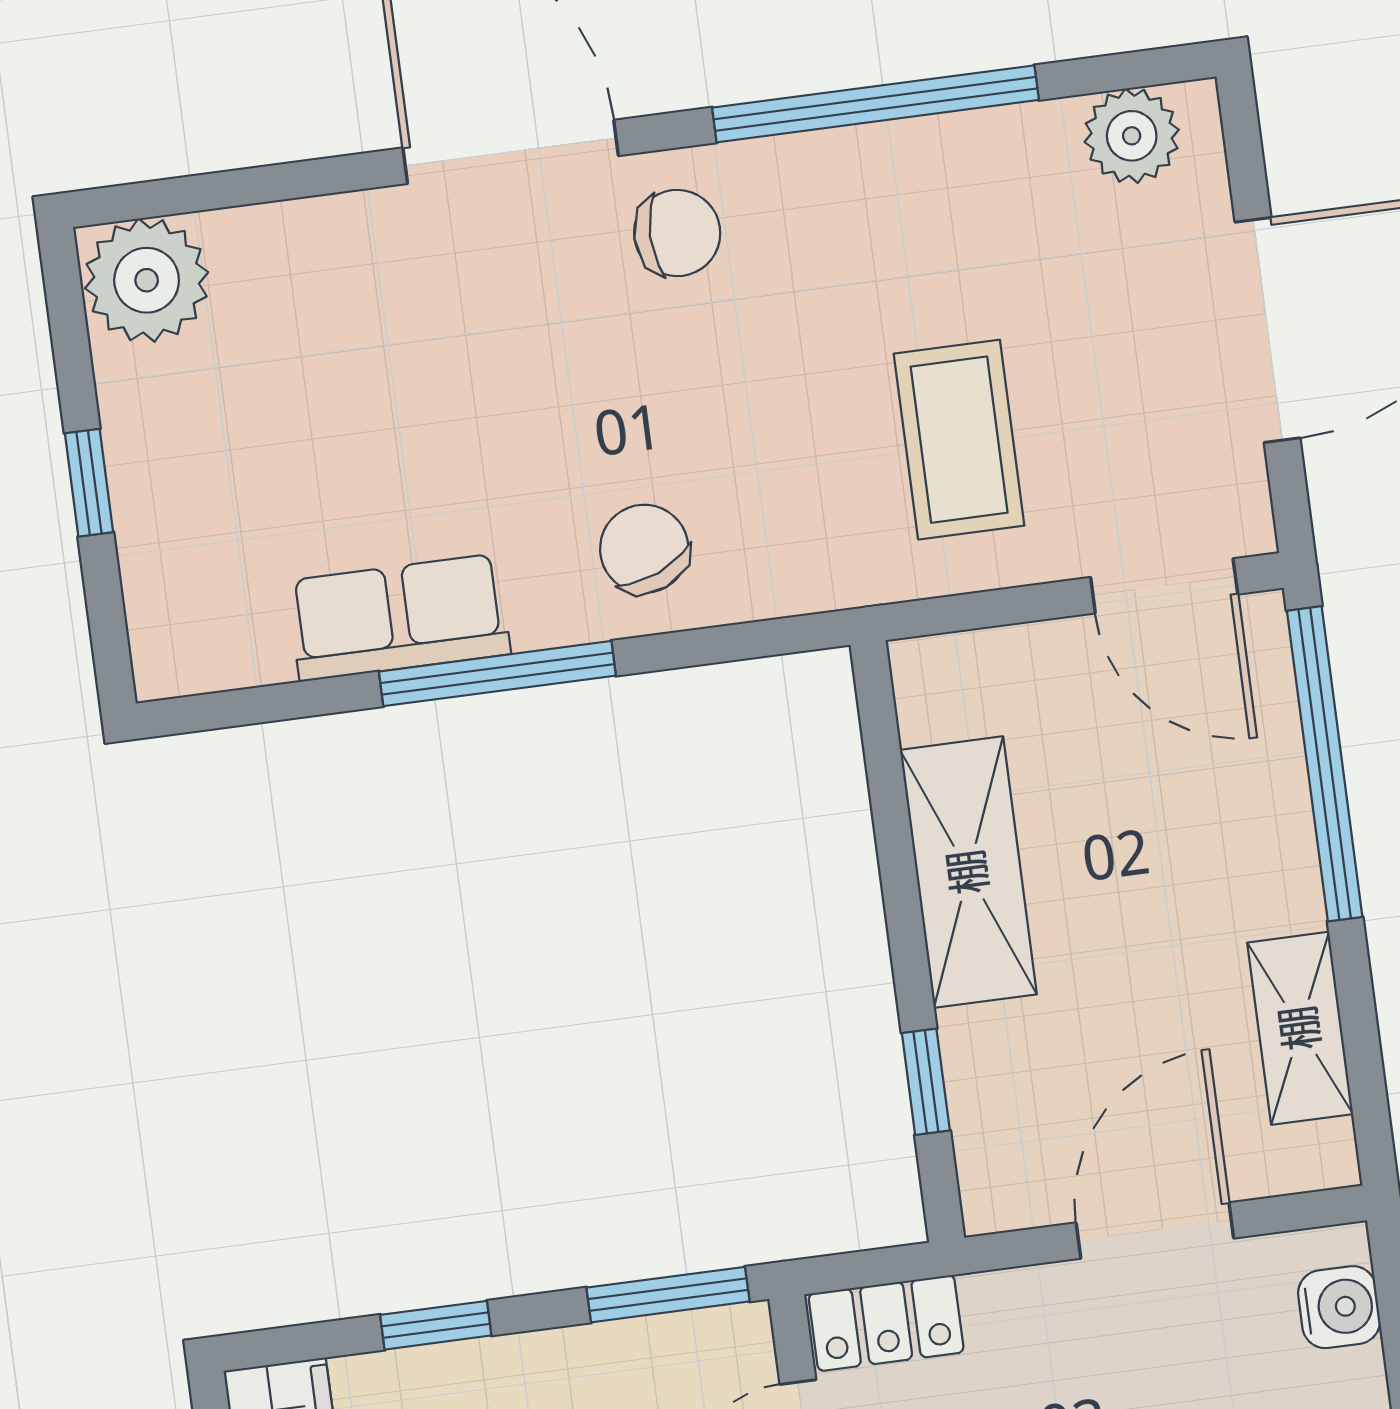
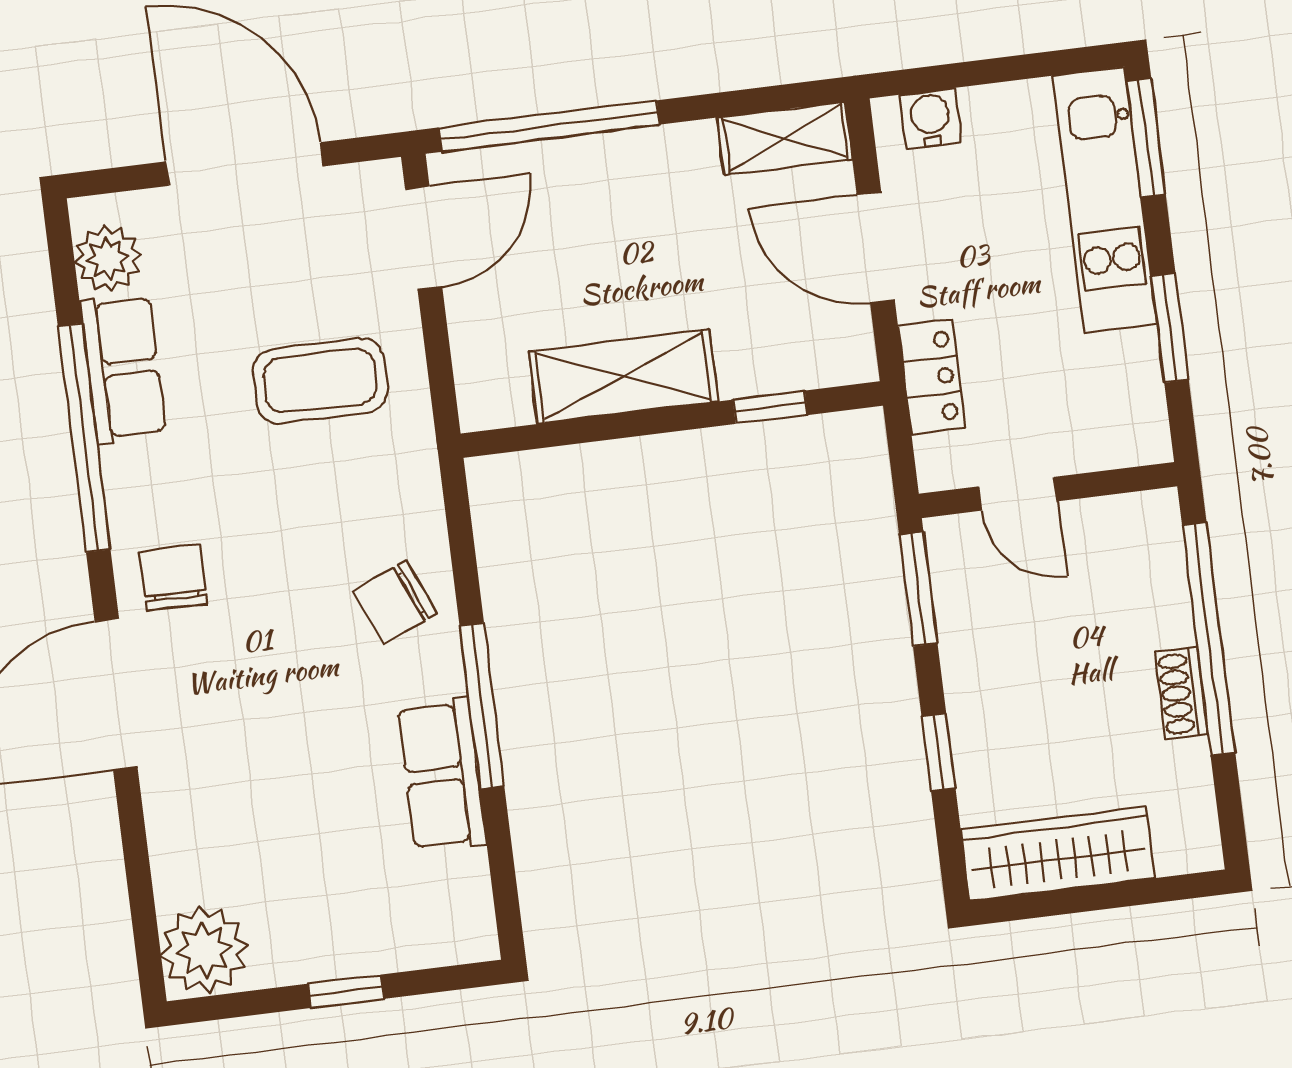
row of seats: (975, 158) -> (123, 368), added
shelving: (1300, 1028) -> (785, 138), moved
locker: (886, 1323) -> (932, 377), moved

